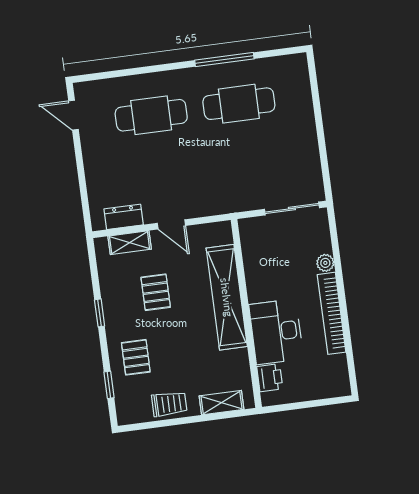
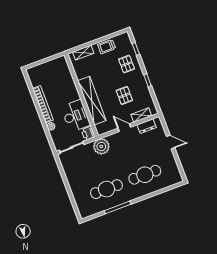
door: (73, 115) -> (171, 142), moved
plant: (229, 196) -> (101, 146), added
desk: (276, 332) -> (76, 116), moved
printer: (270, 378) -> (88, 133), moved

